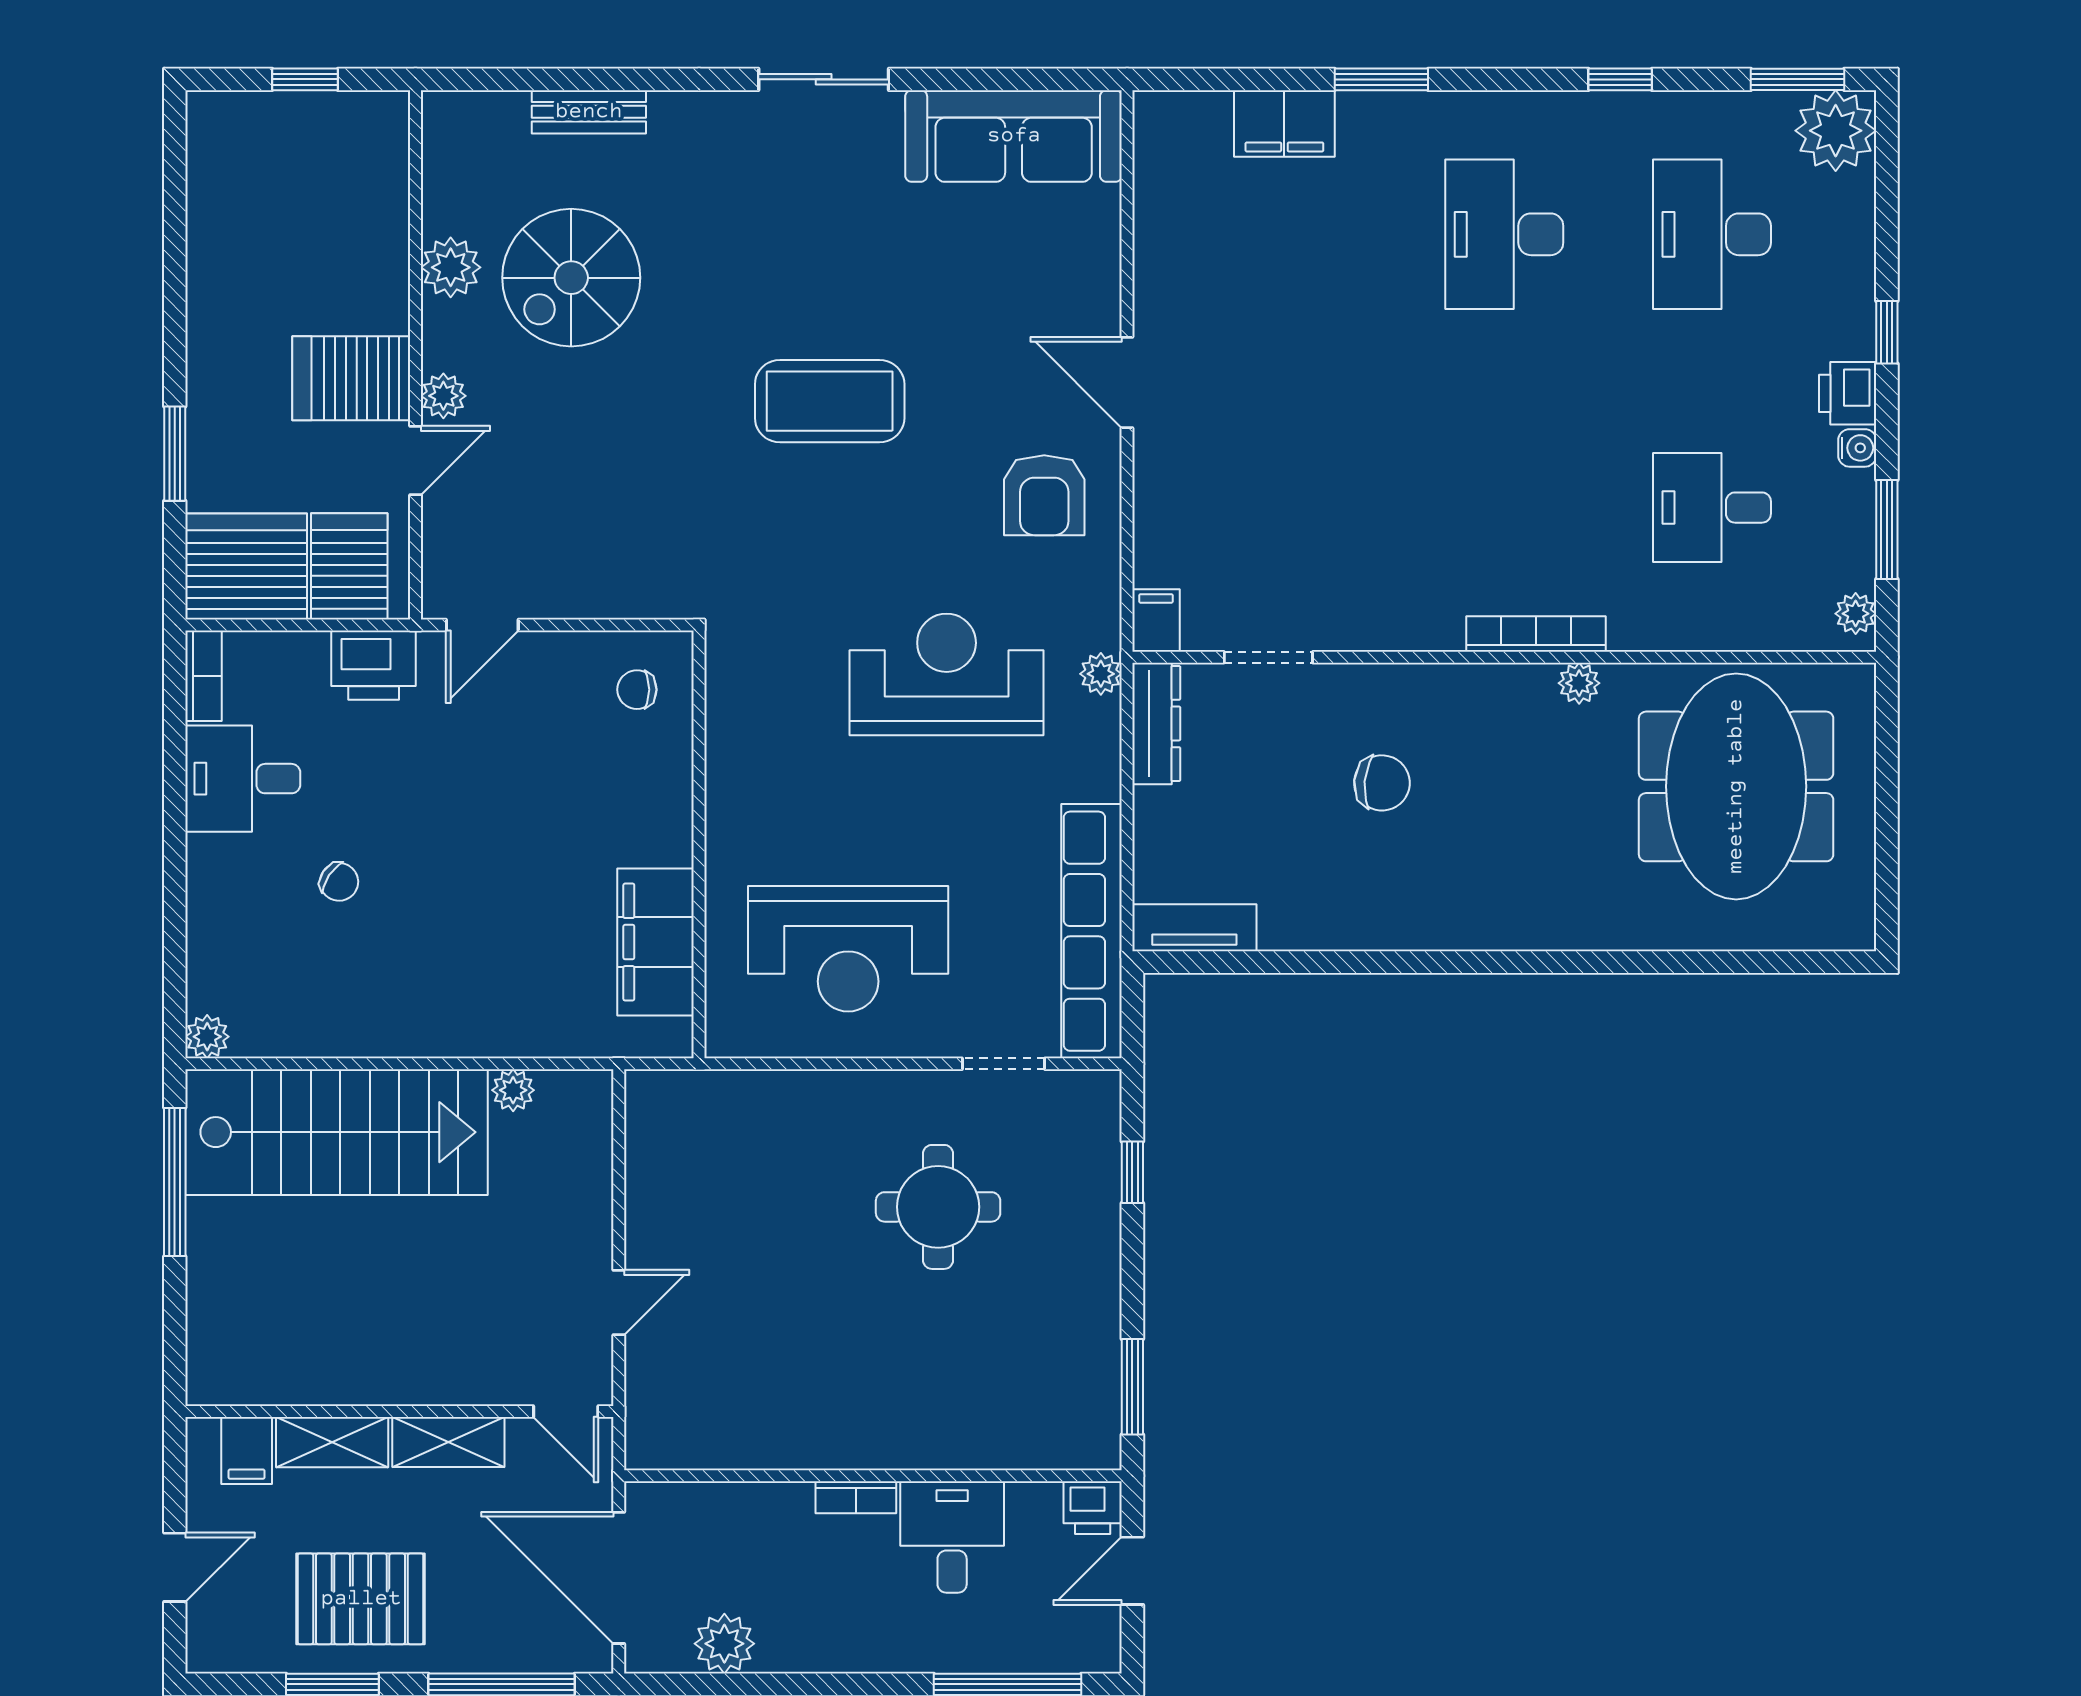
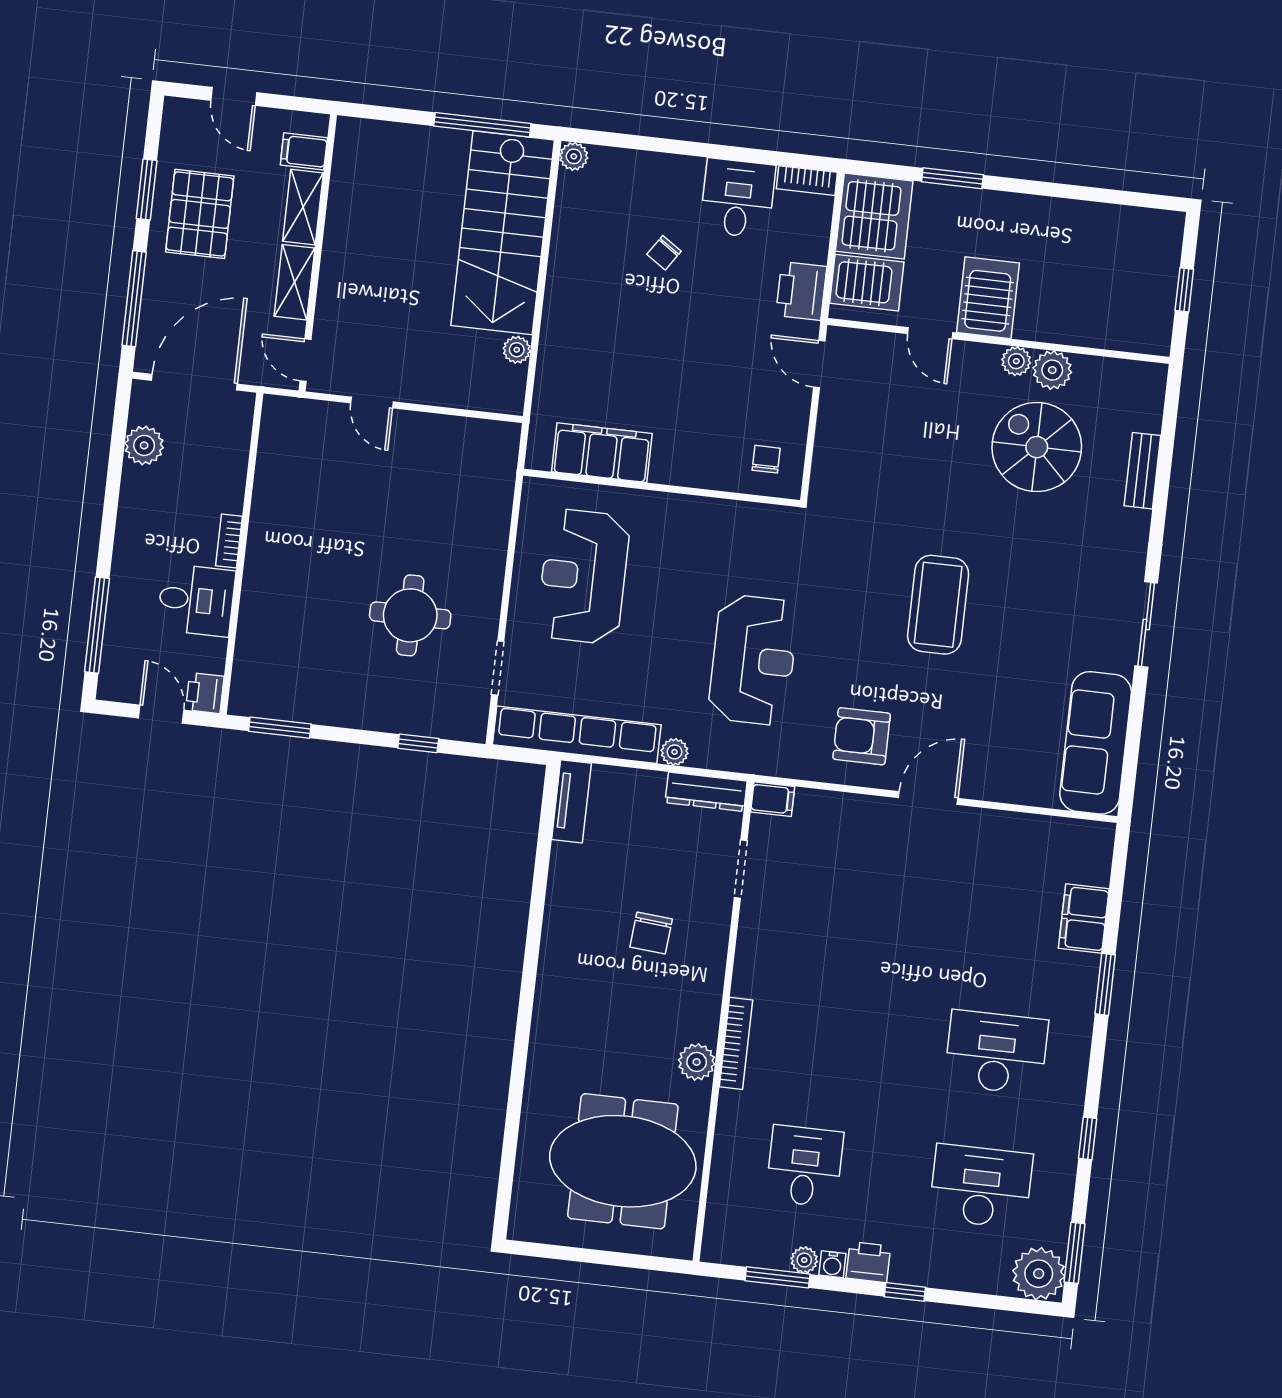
plant: (443, 396) -> (1016, 361), moved
plant: (1856, 614) -> (804, 1260), moved
plant: (1101, 674) -> (675, 752), moved
plant: (1579, 683) -> (697, 1062), width x1.38, depth x1.38
door: (566, 1412) -> (306, 360), hinge flipped

